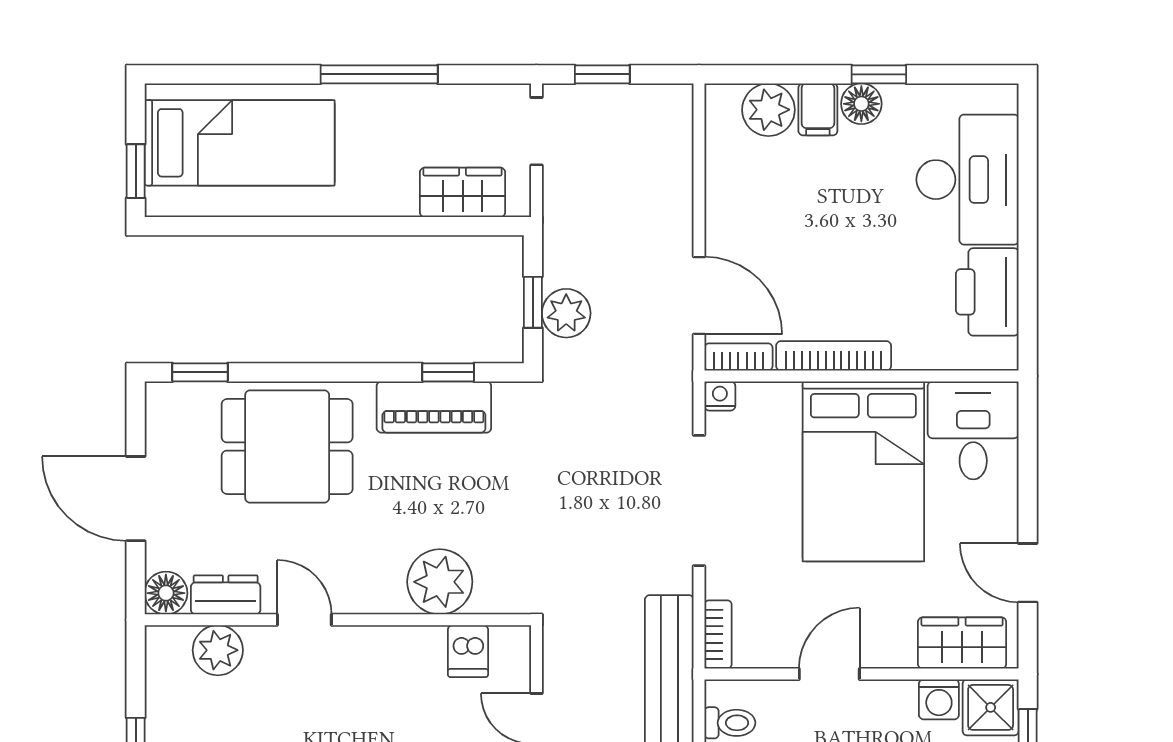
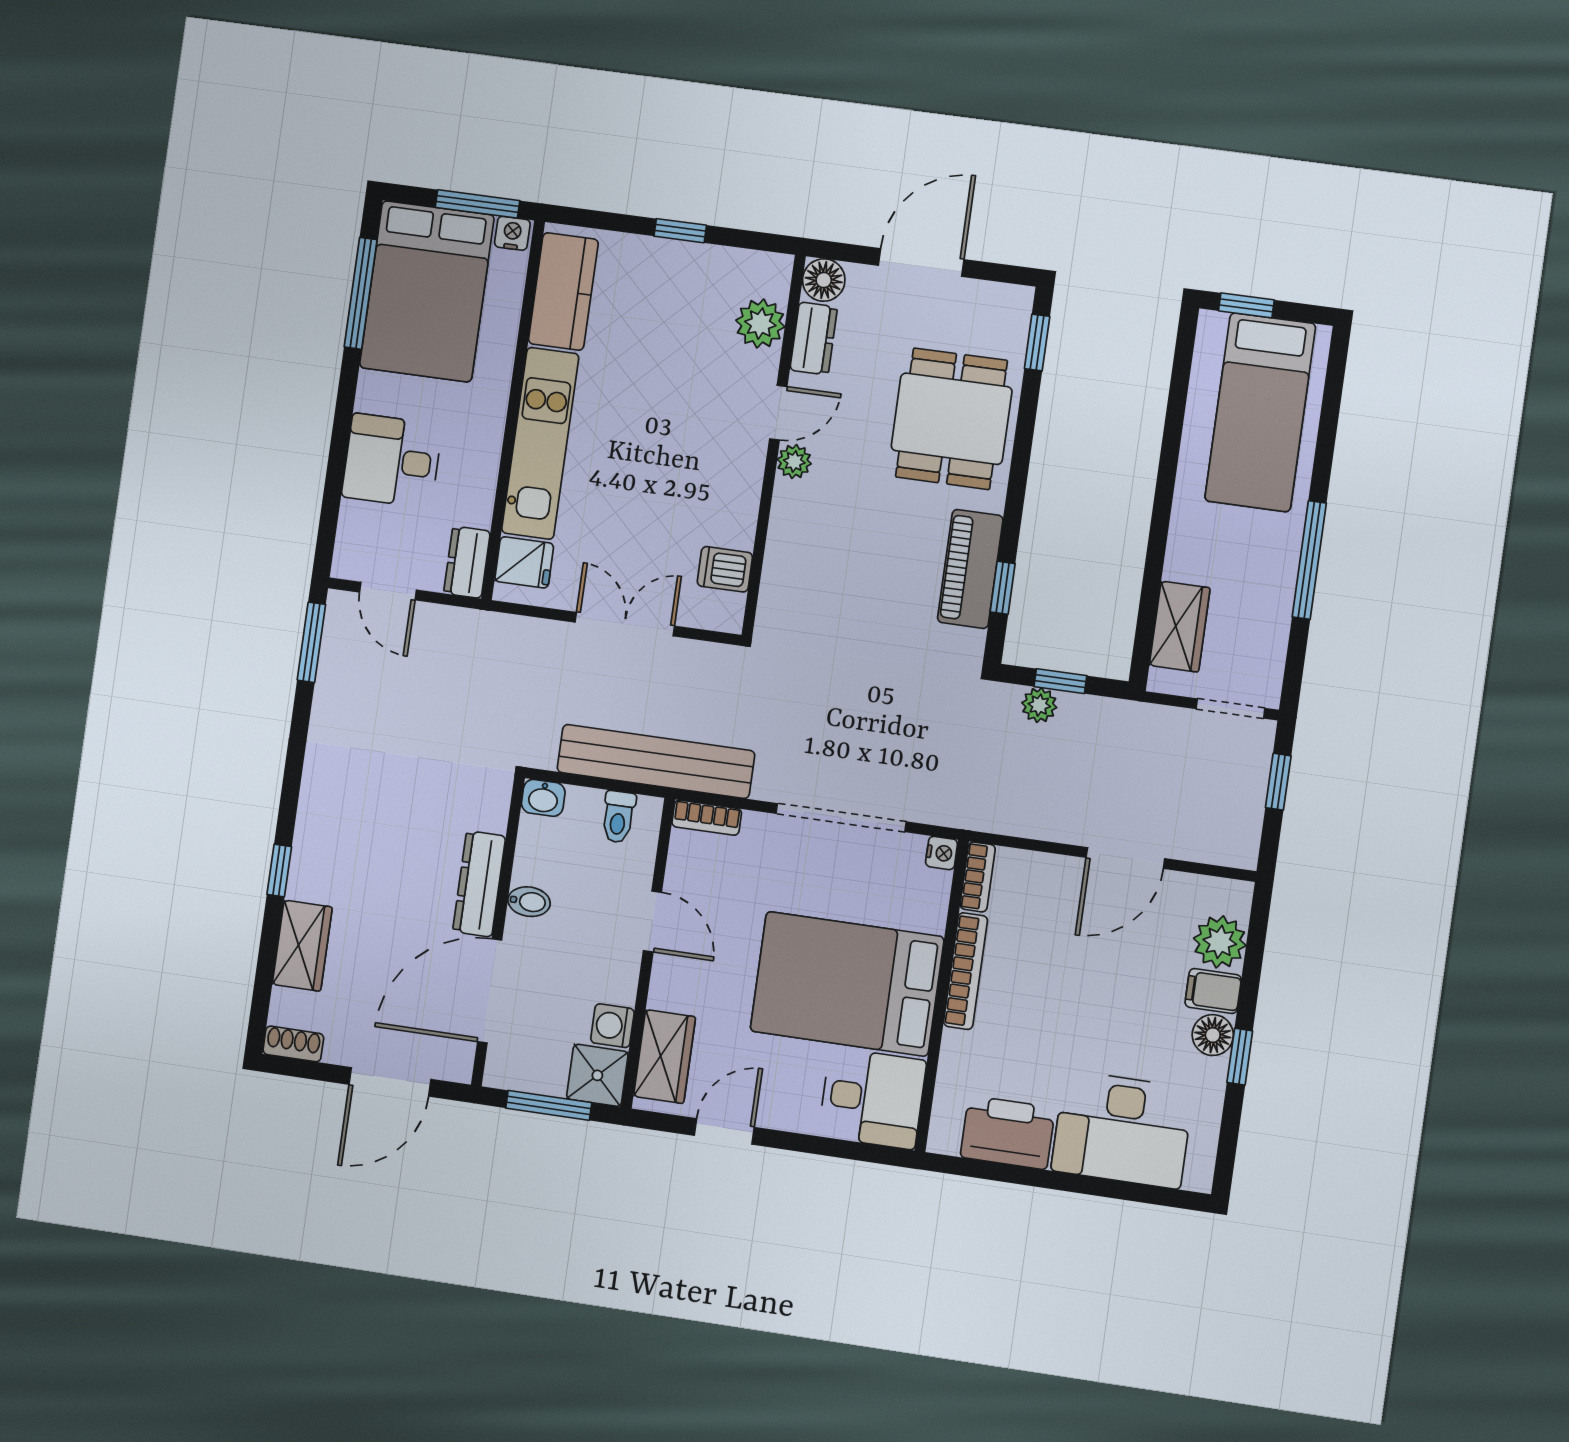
door: (699, 296) -> (1125, 858), moved
plant: (566, 313) -> (1039, 705), width x0.73, depth x0.73
plant: (440, 582) -> (794, 461), moved, width x0.53, depth x0.53

